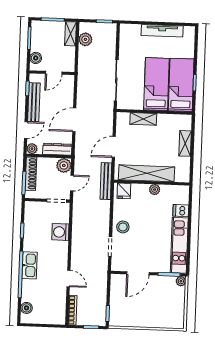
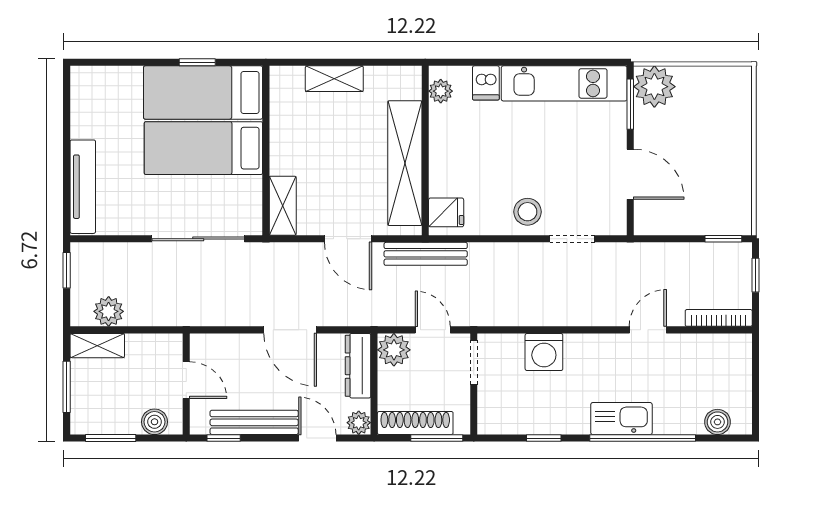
tv unit: (162, 31) -> (83, 187), moved
shelving: (143, 119) -> (283, 206), moved
plant: (155, 190) -> (441, 91), moved
plant: (181, 281) -> (654, 87), width x1.88, depth x1.88

